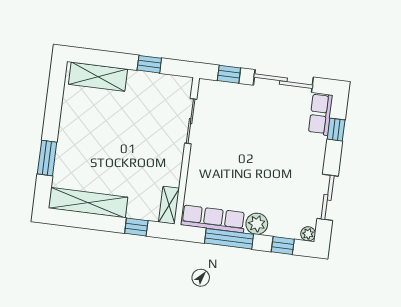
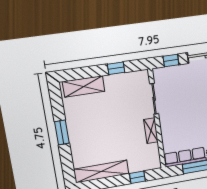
window: (47, 158) -> (62, 132), moved
shelving: (169, 205) -> (151, 131), moved

